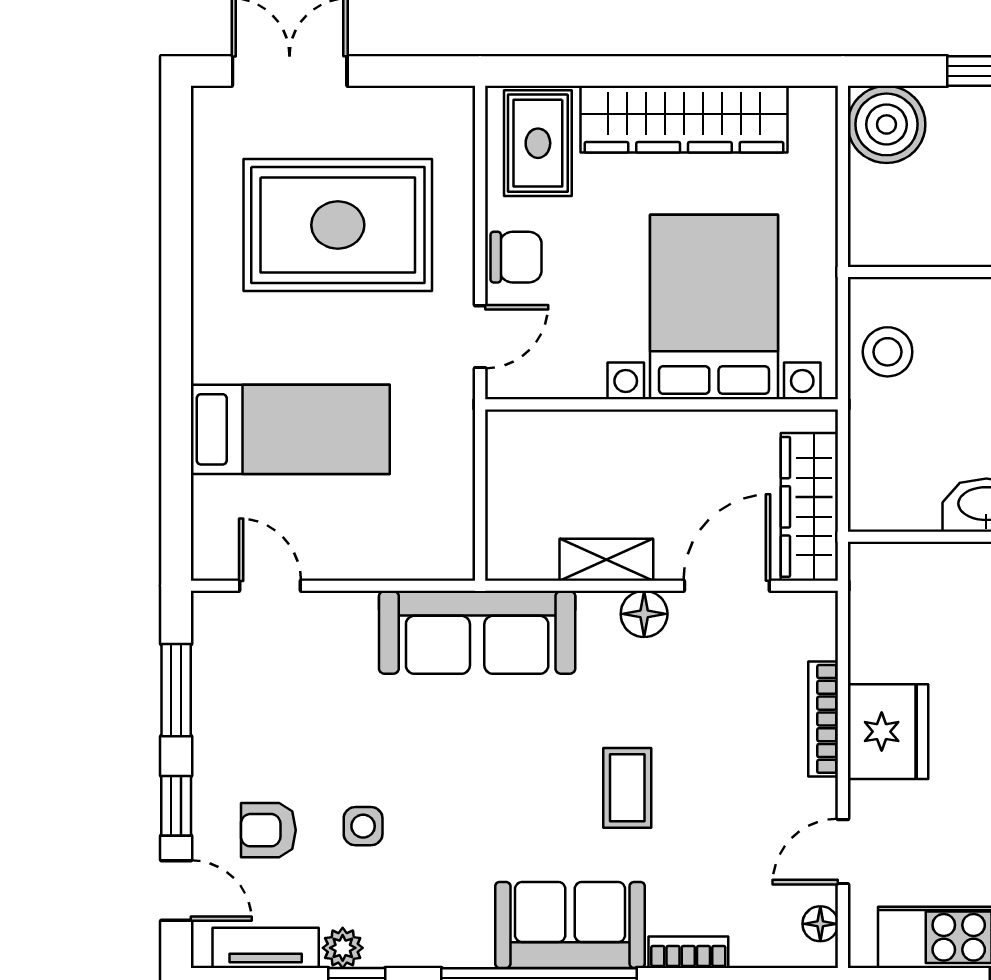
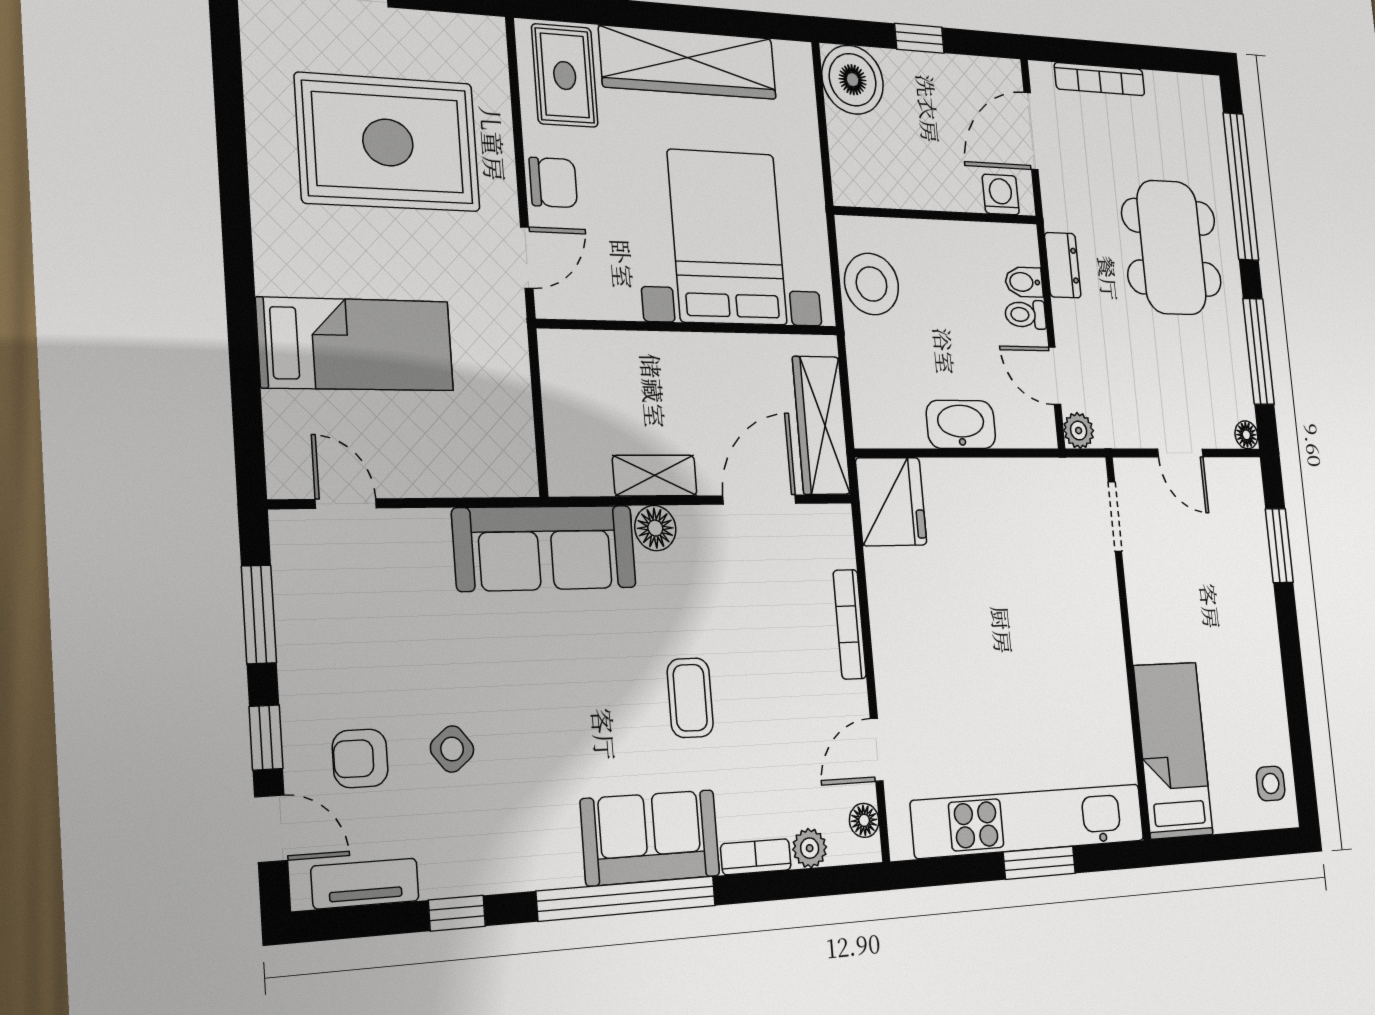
stool: (888, 352) -> (872, 284), width x1.38, depth x1.38
floor lamp: (644, 614) -> (655, 528), moved
fridge: (888, 732) -> (891, 502), moved
side table: (363, 826) -> (452, 749), turned -38
plant: (343, 948) -> (810, 848), moved

